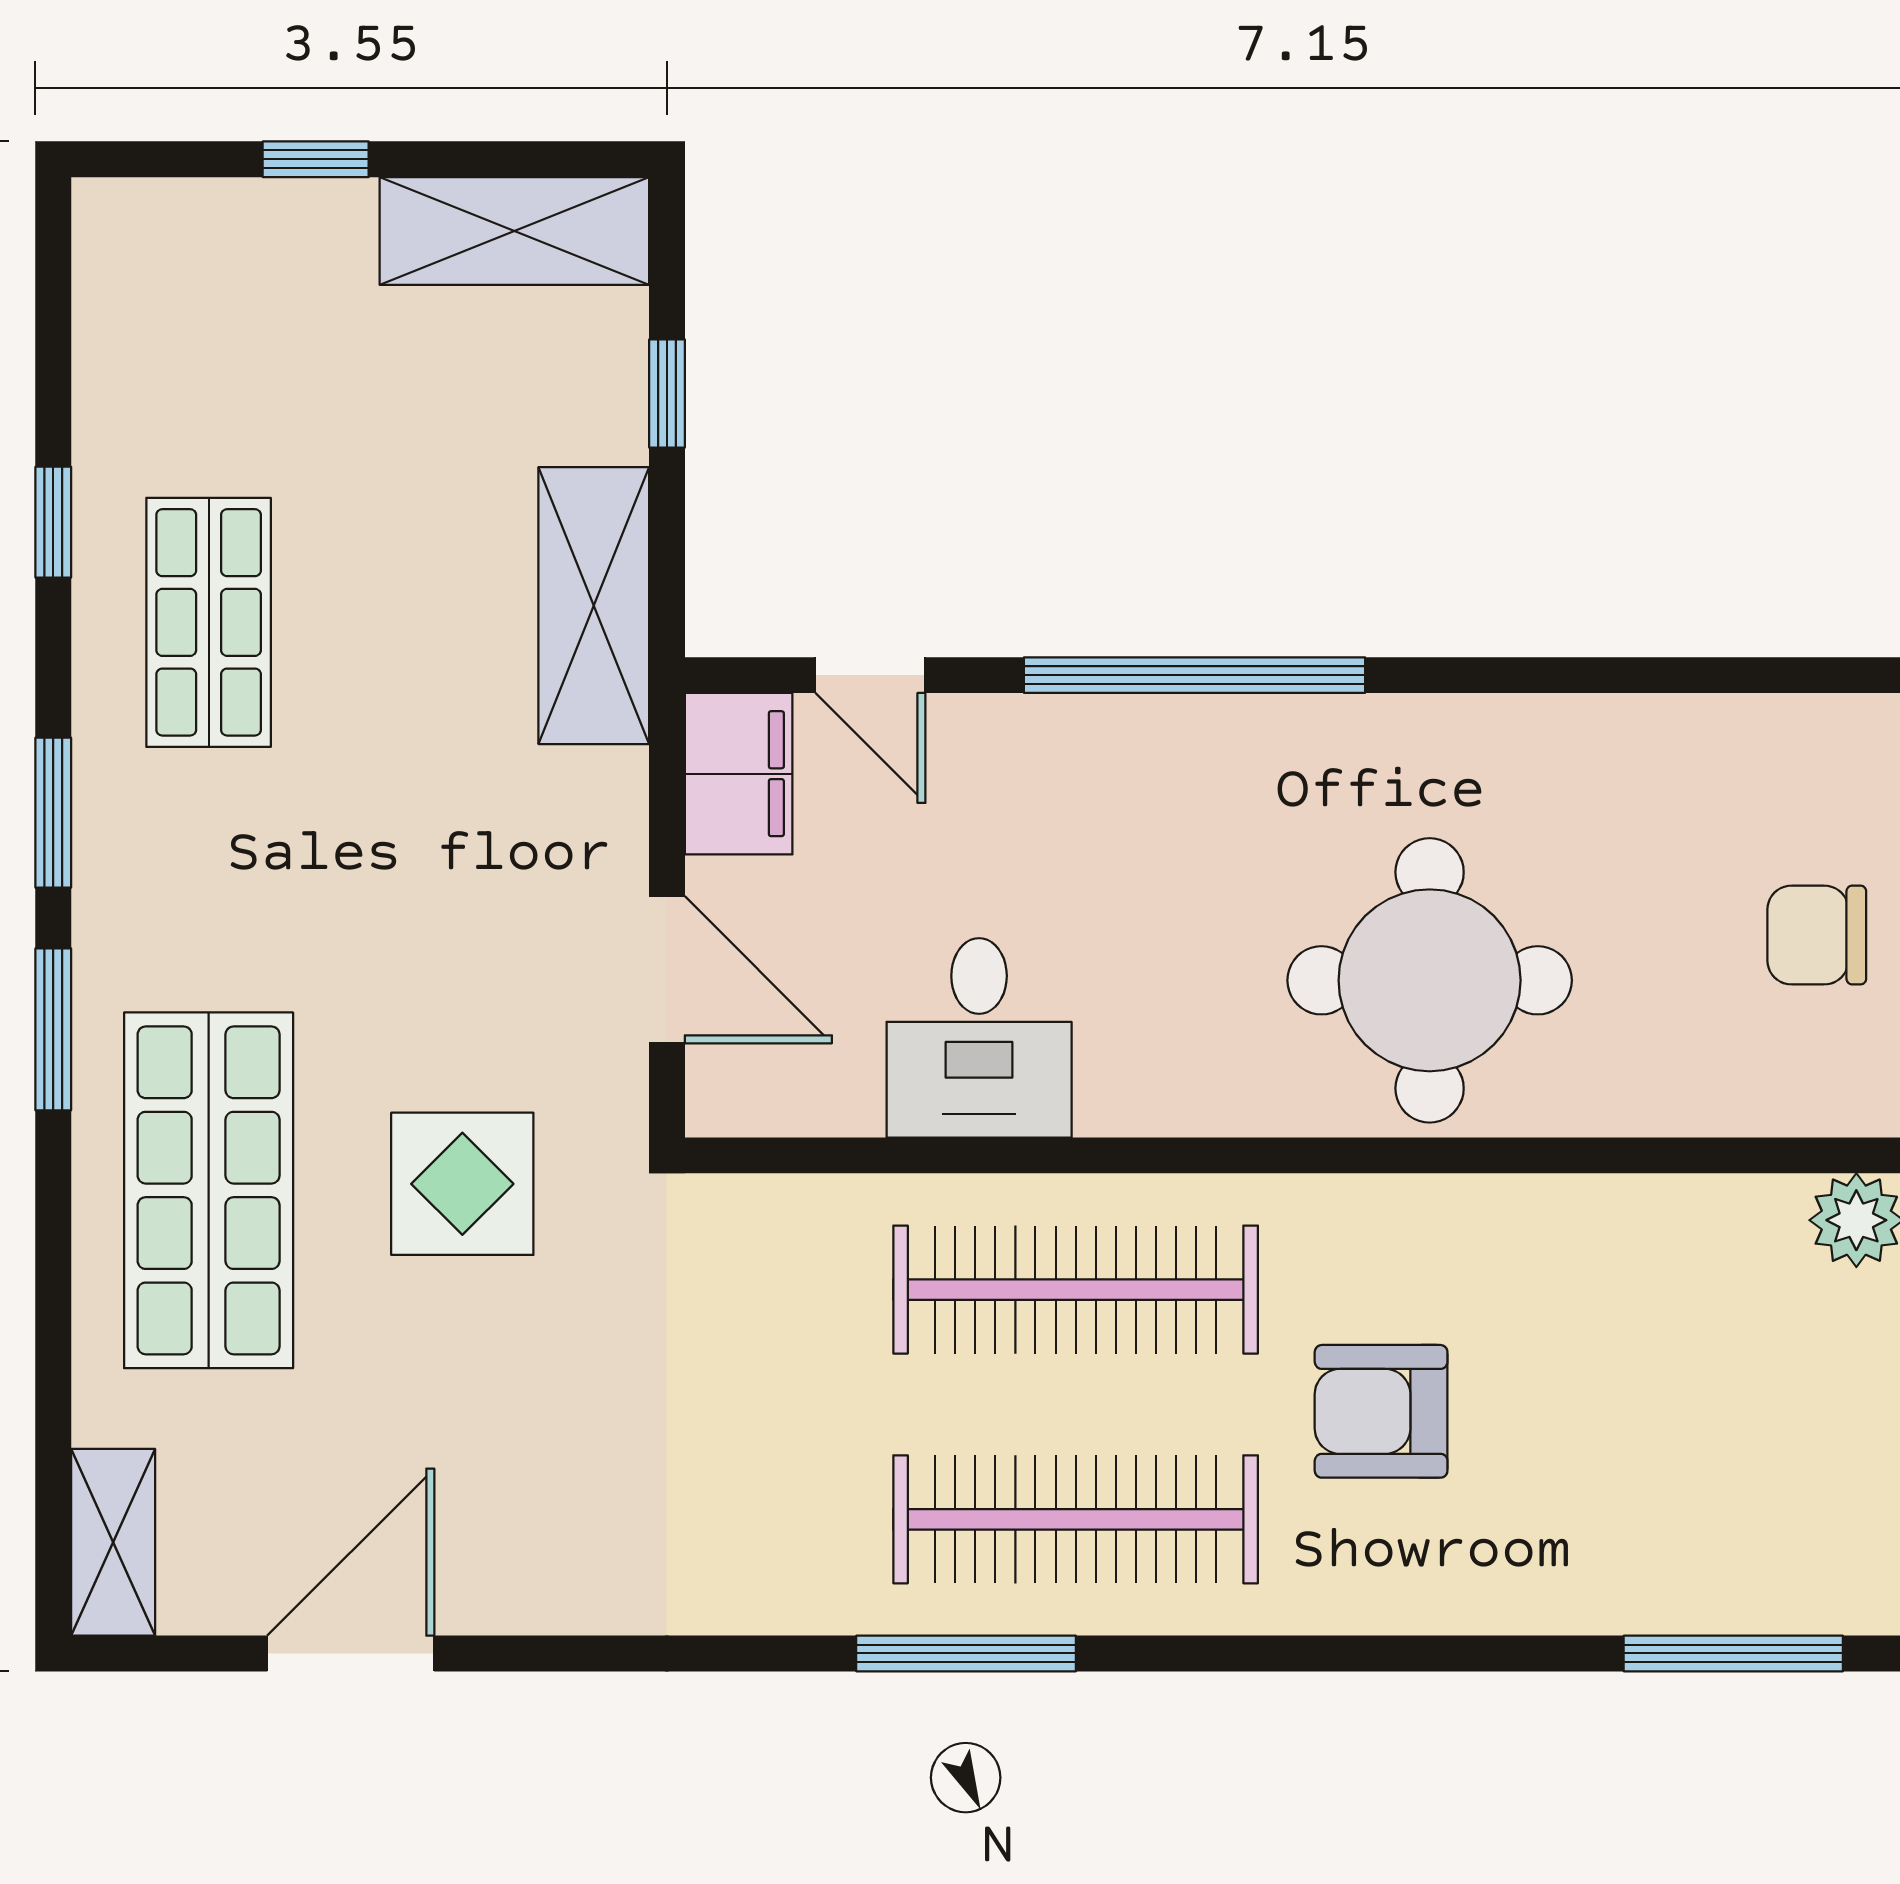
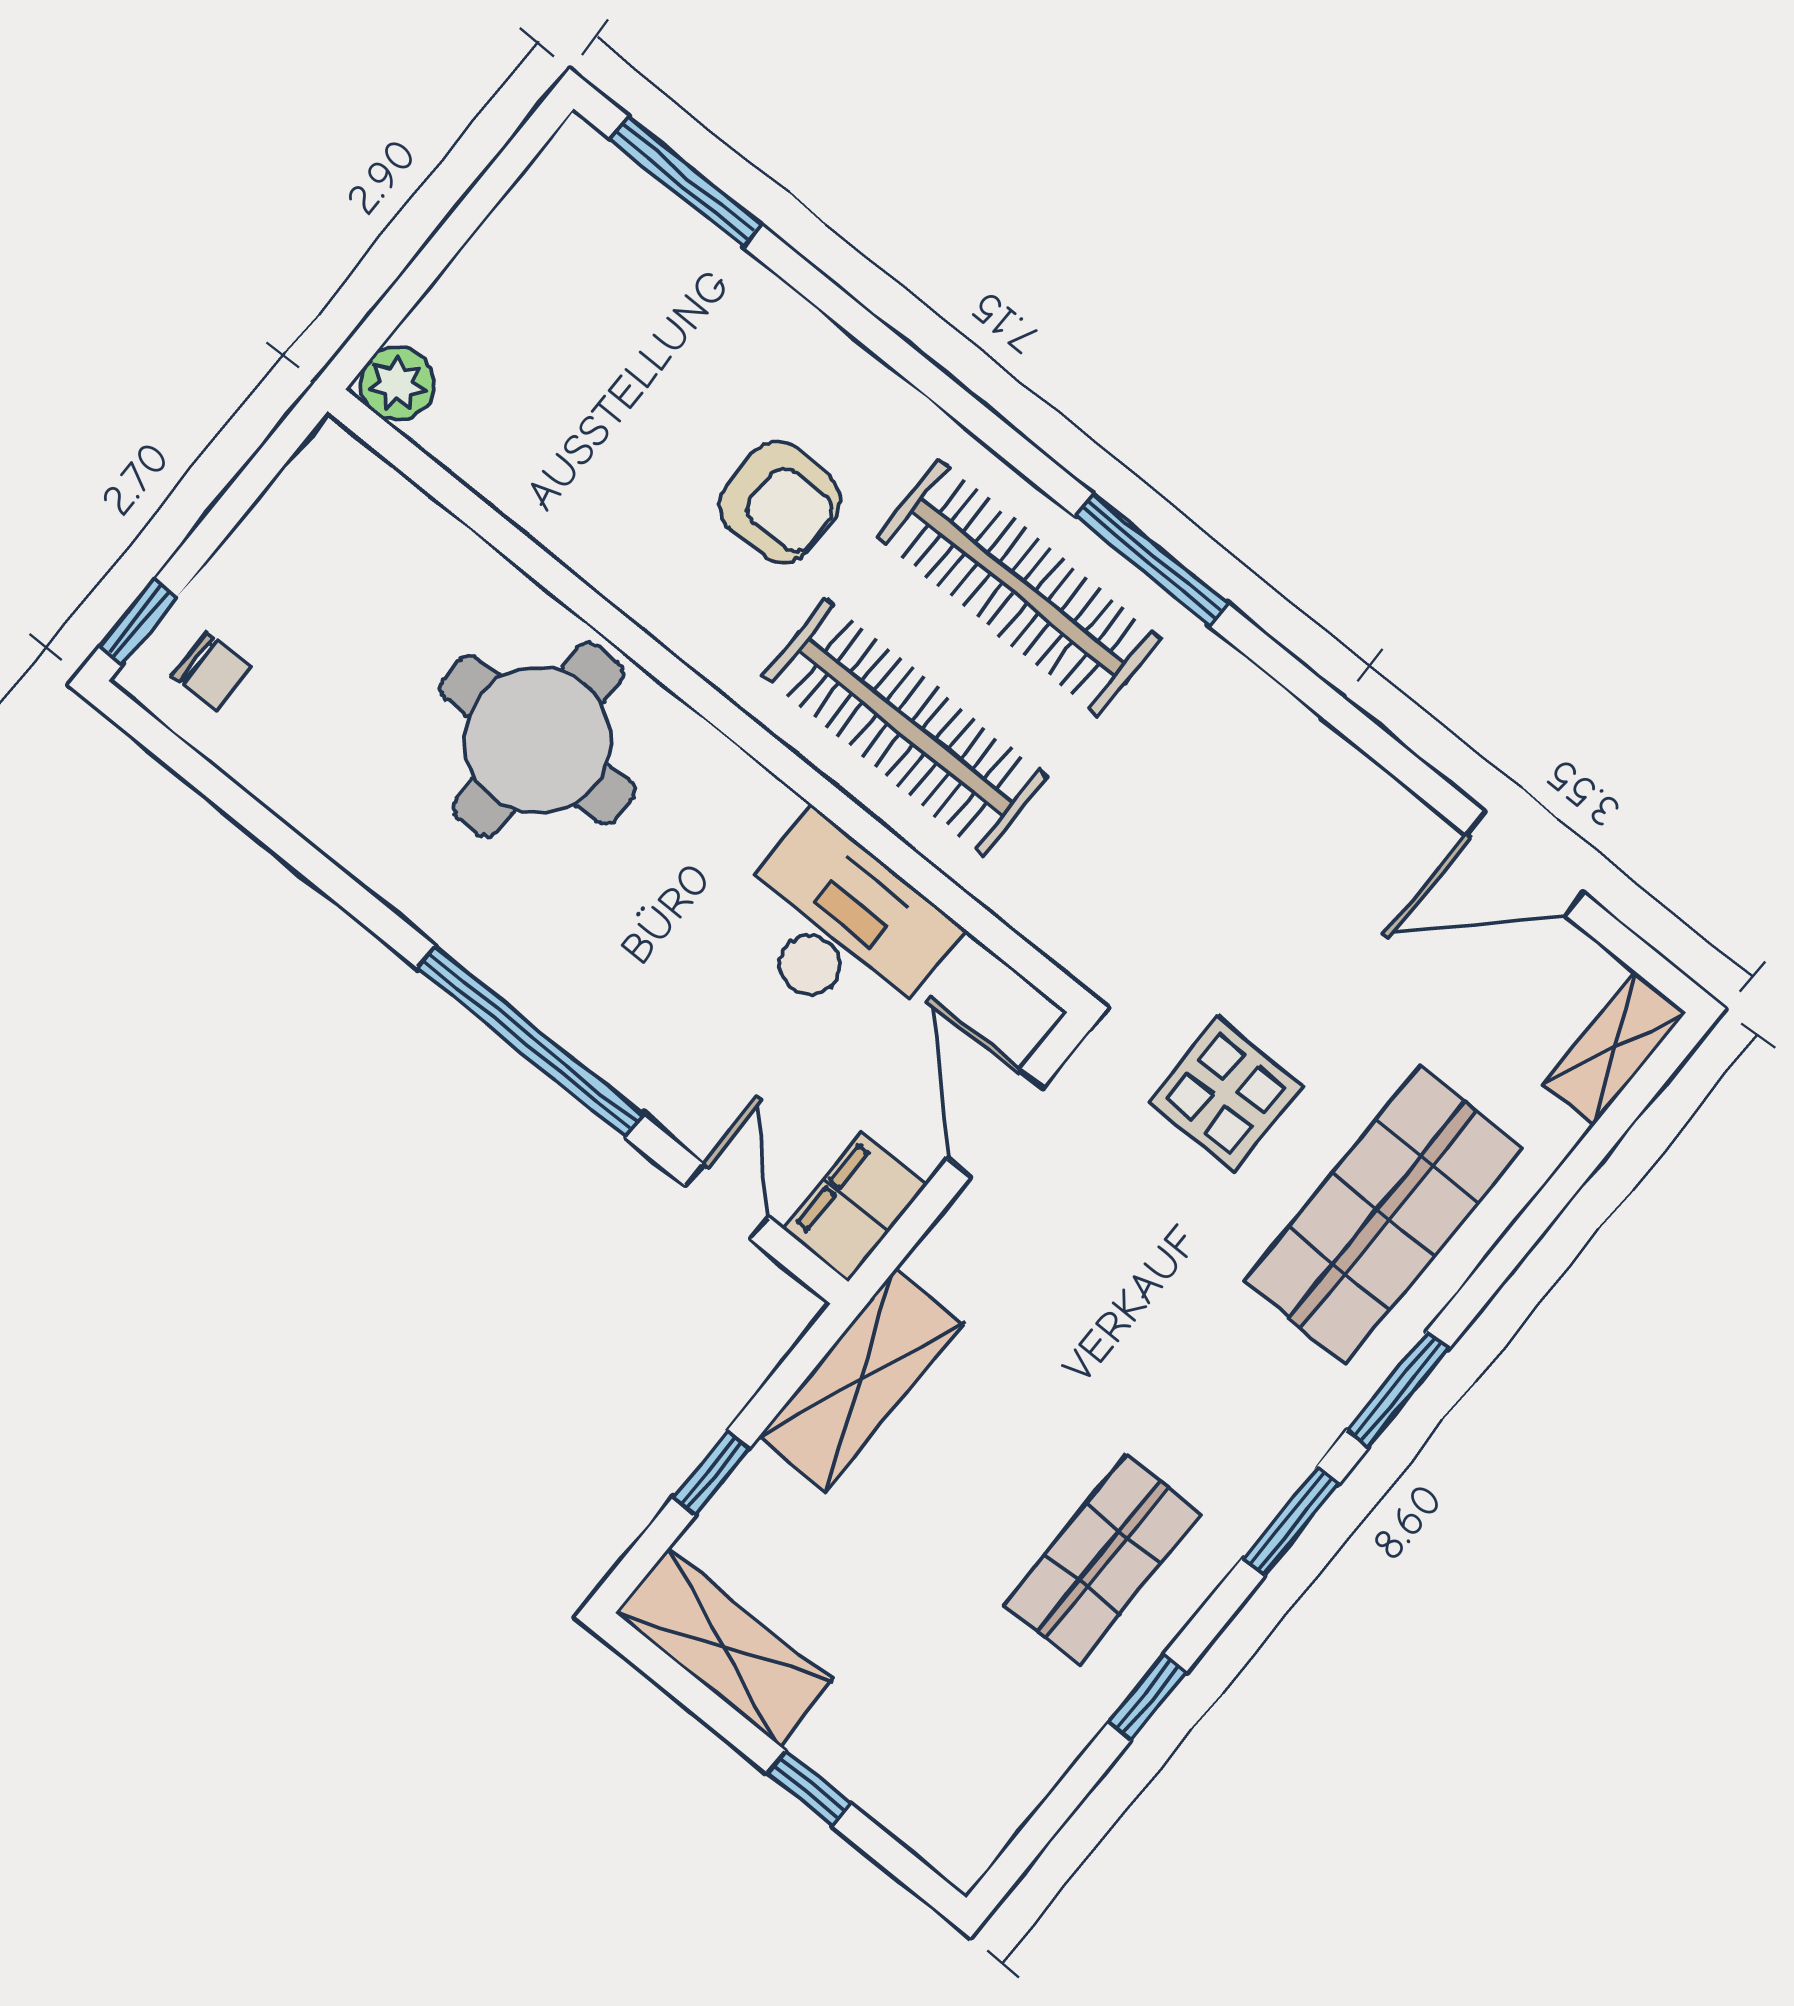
chair: (1817, 935) -> (211, 671), moved, width x0.73, depth x0.73
desk: (979, 1038) -> (840, 927), width x1.37

